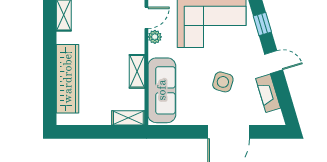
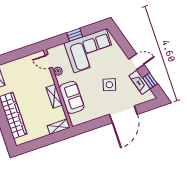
door: (146, 18) -> (49, 61), swing flipped
window: (262, 24) -> (150, 81), moved
sofa: (162, 90) -> (72, 97), width x0.73

